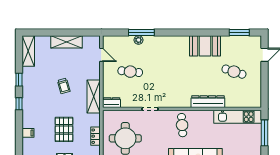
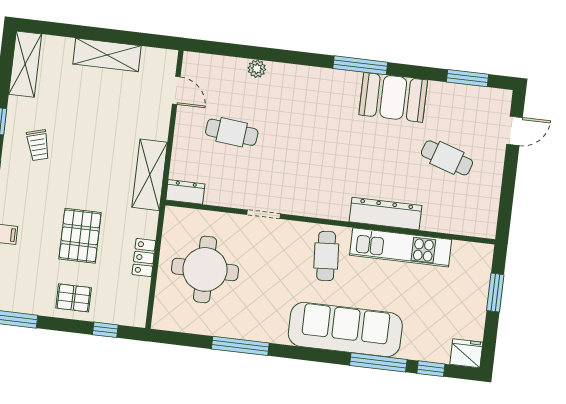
window: (141, 33) -> (360, 65), moved
trolley: (64, 86) -> (38, 145), moved
kitchen unit: (238, 117) -> (401, 247), moved
window: (265, 133) -> (495, 293), width x0.69

